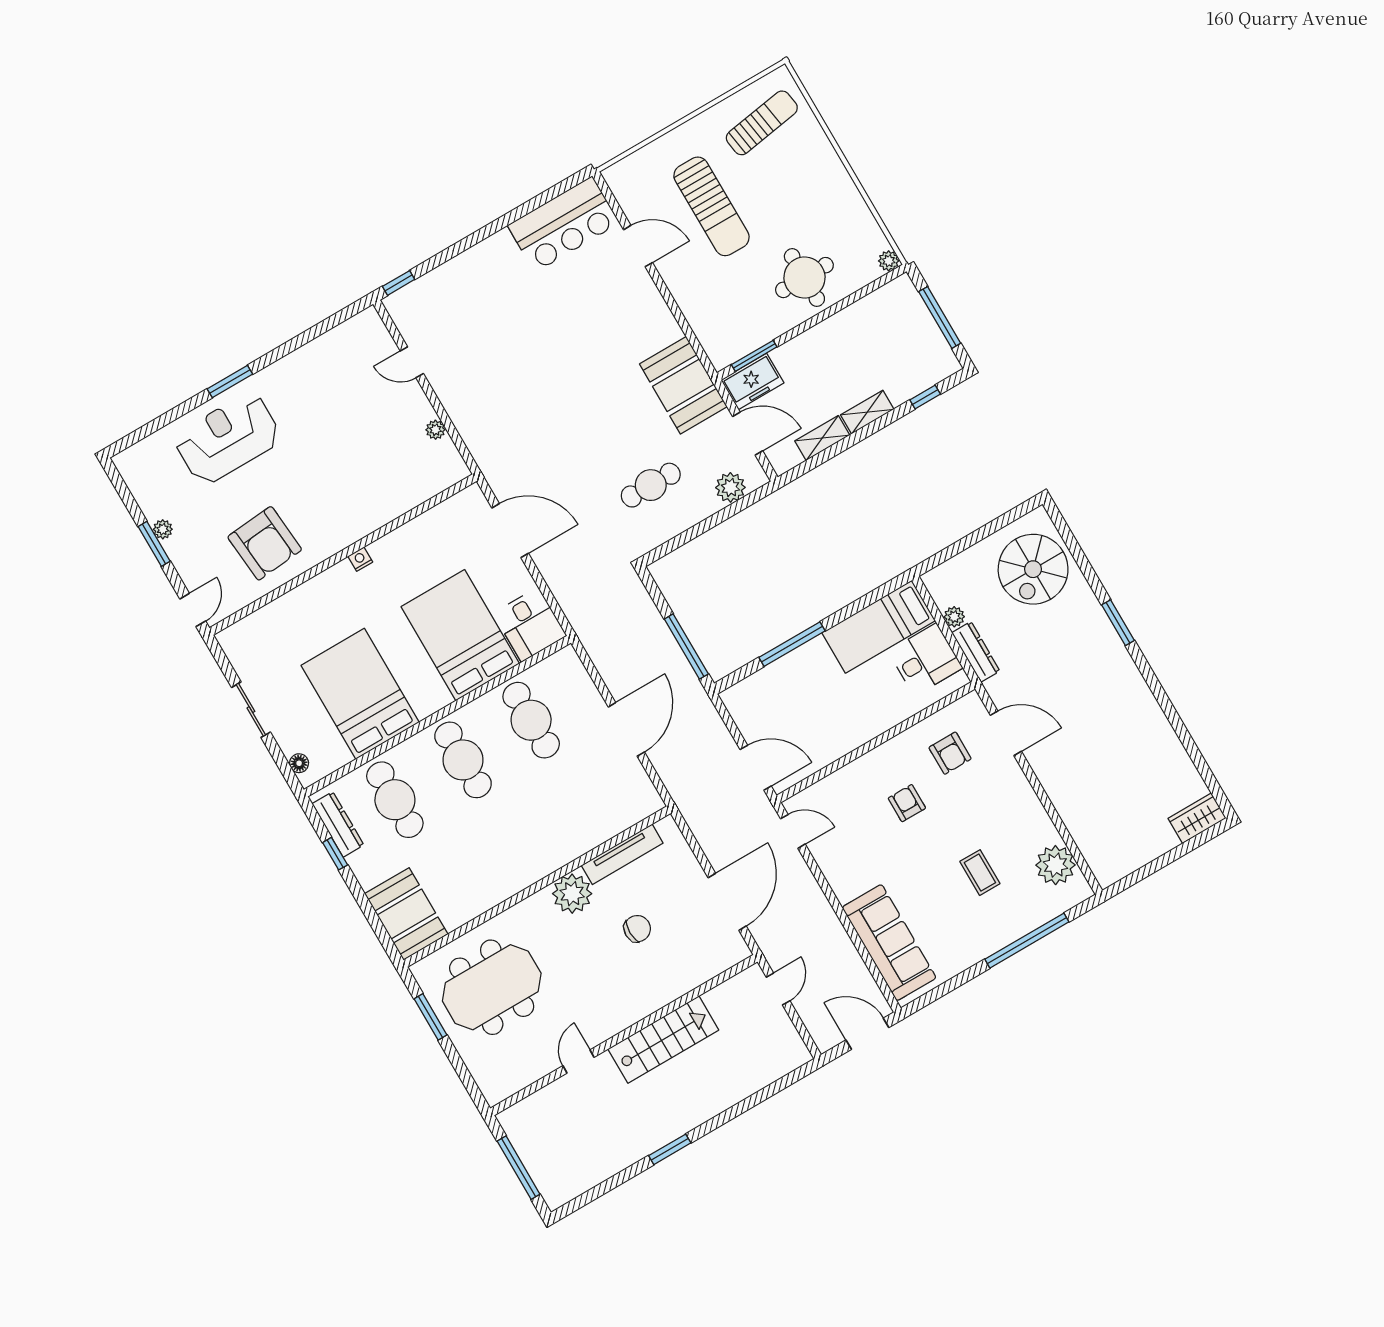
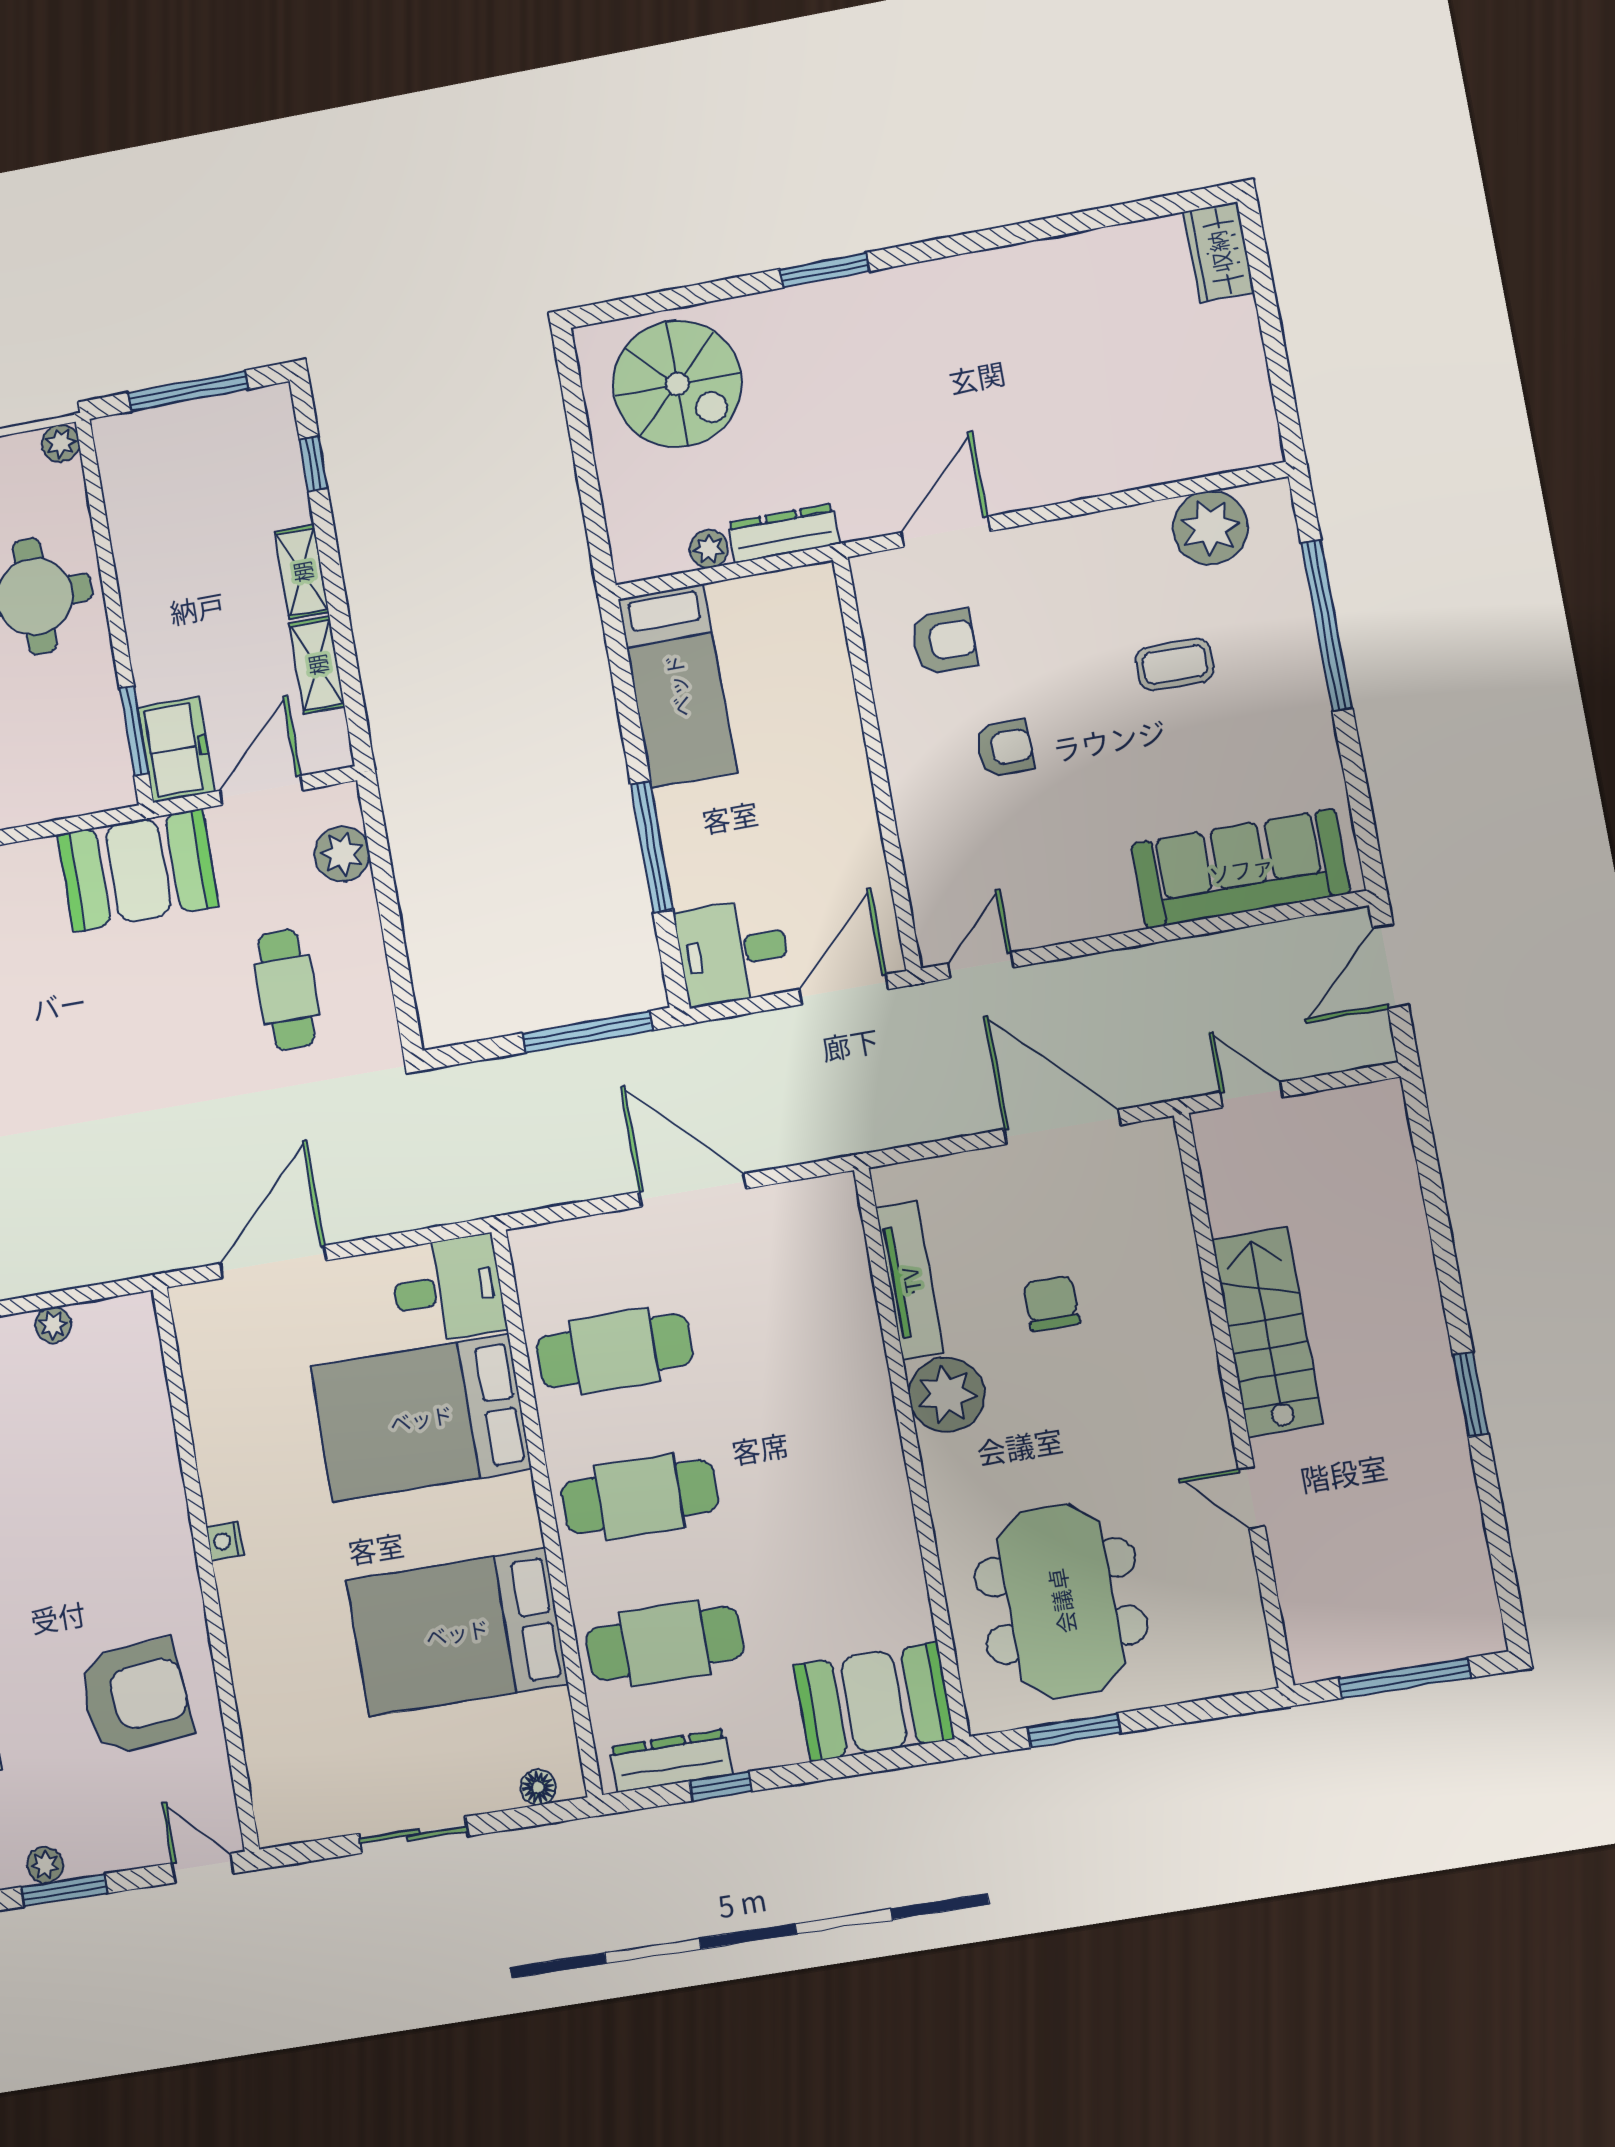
desk: (925, 660) -> (733, 952), moved, turned -90
armchair: (907, 803) -> (1004, 748), turned 180

